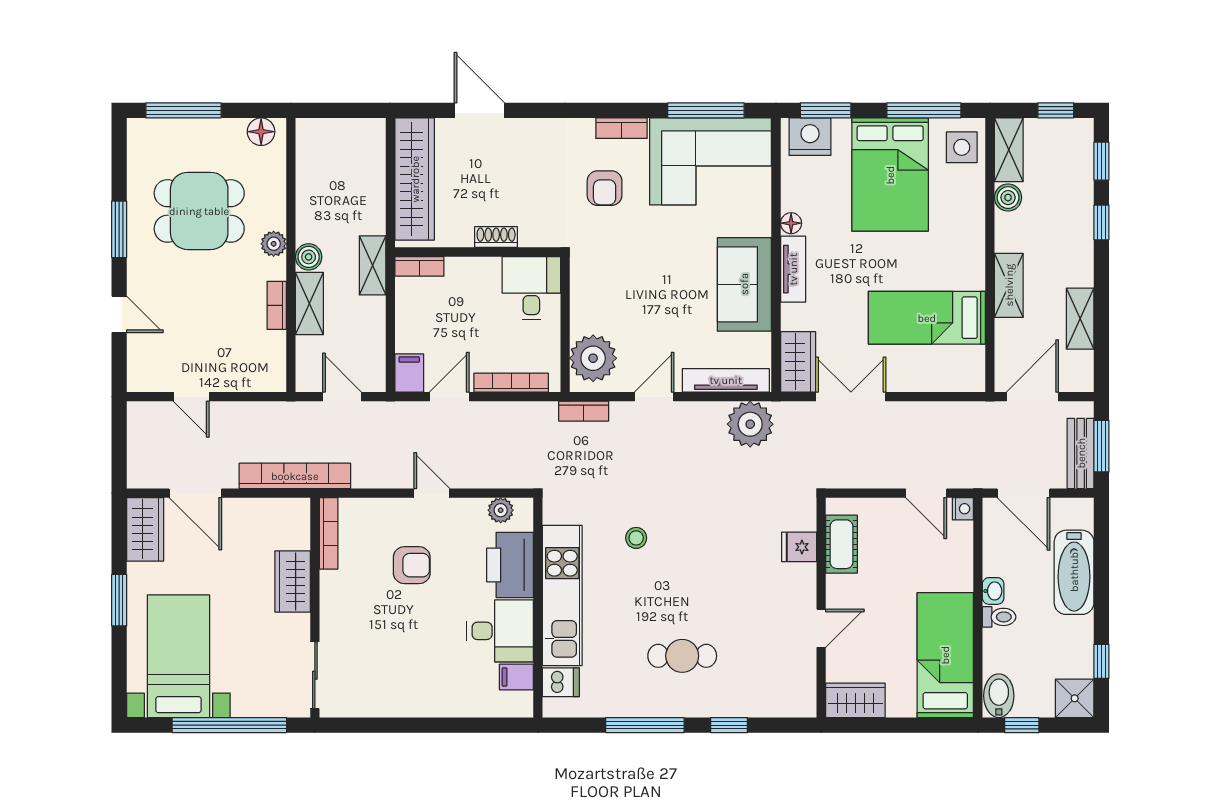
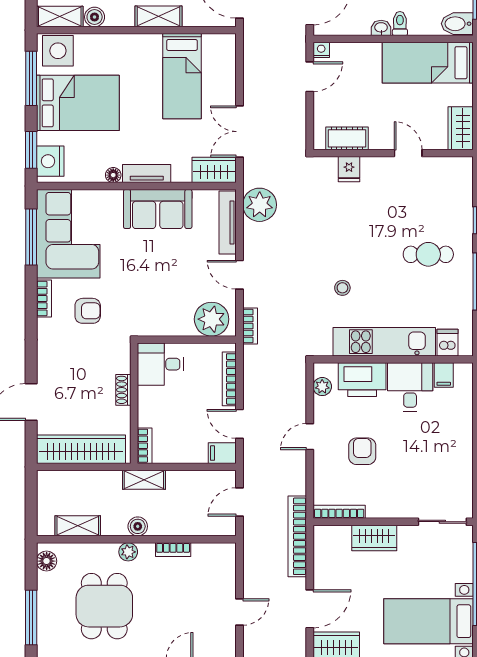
side table: (962, 147) -> (58, 51), width x1.37, depth x1.37
shelving: (309, 304) -> (78, 526), moved
cafe table: (682, 656) -> (428, 254), turned 90

